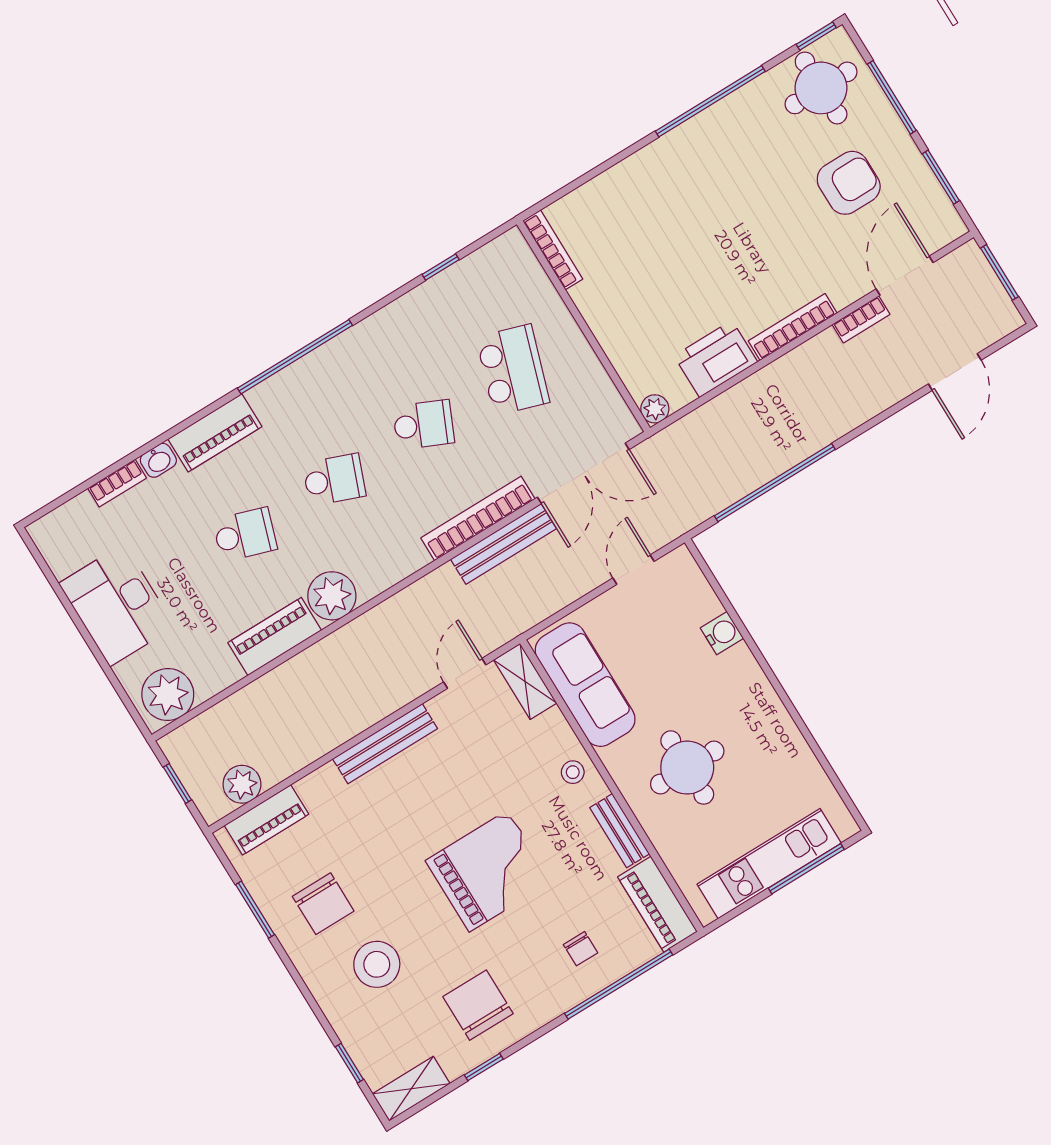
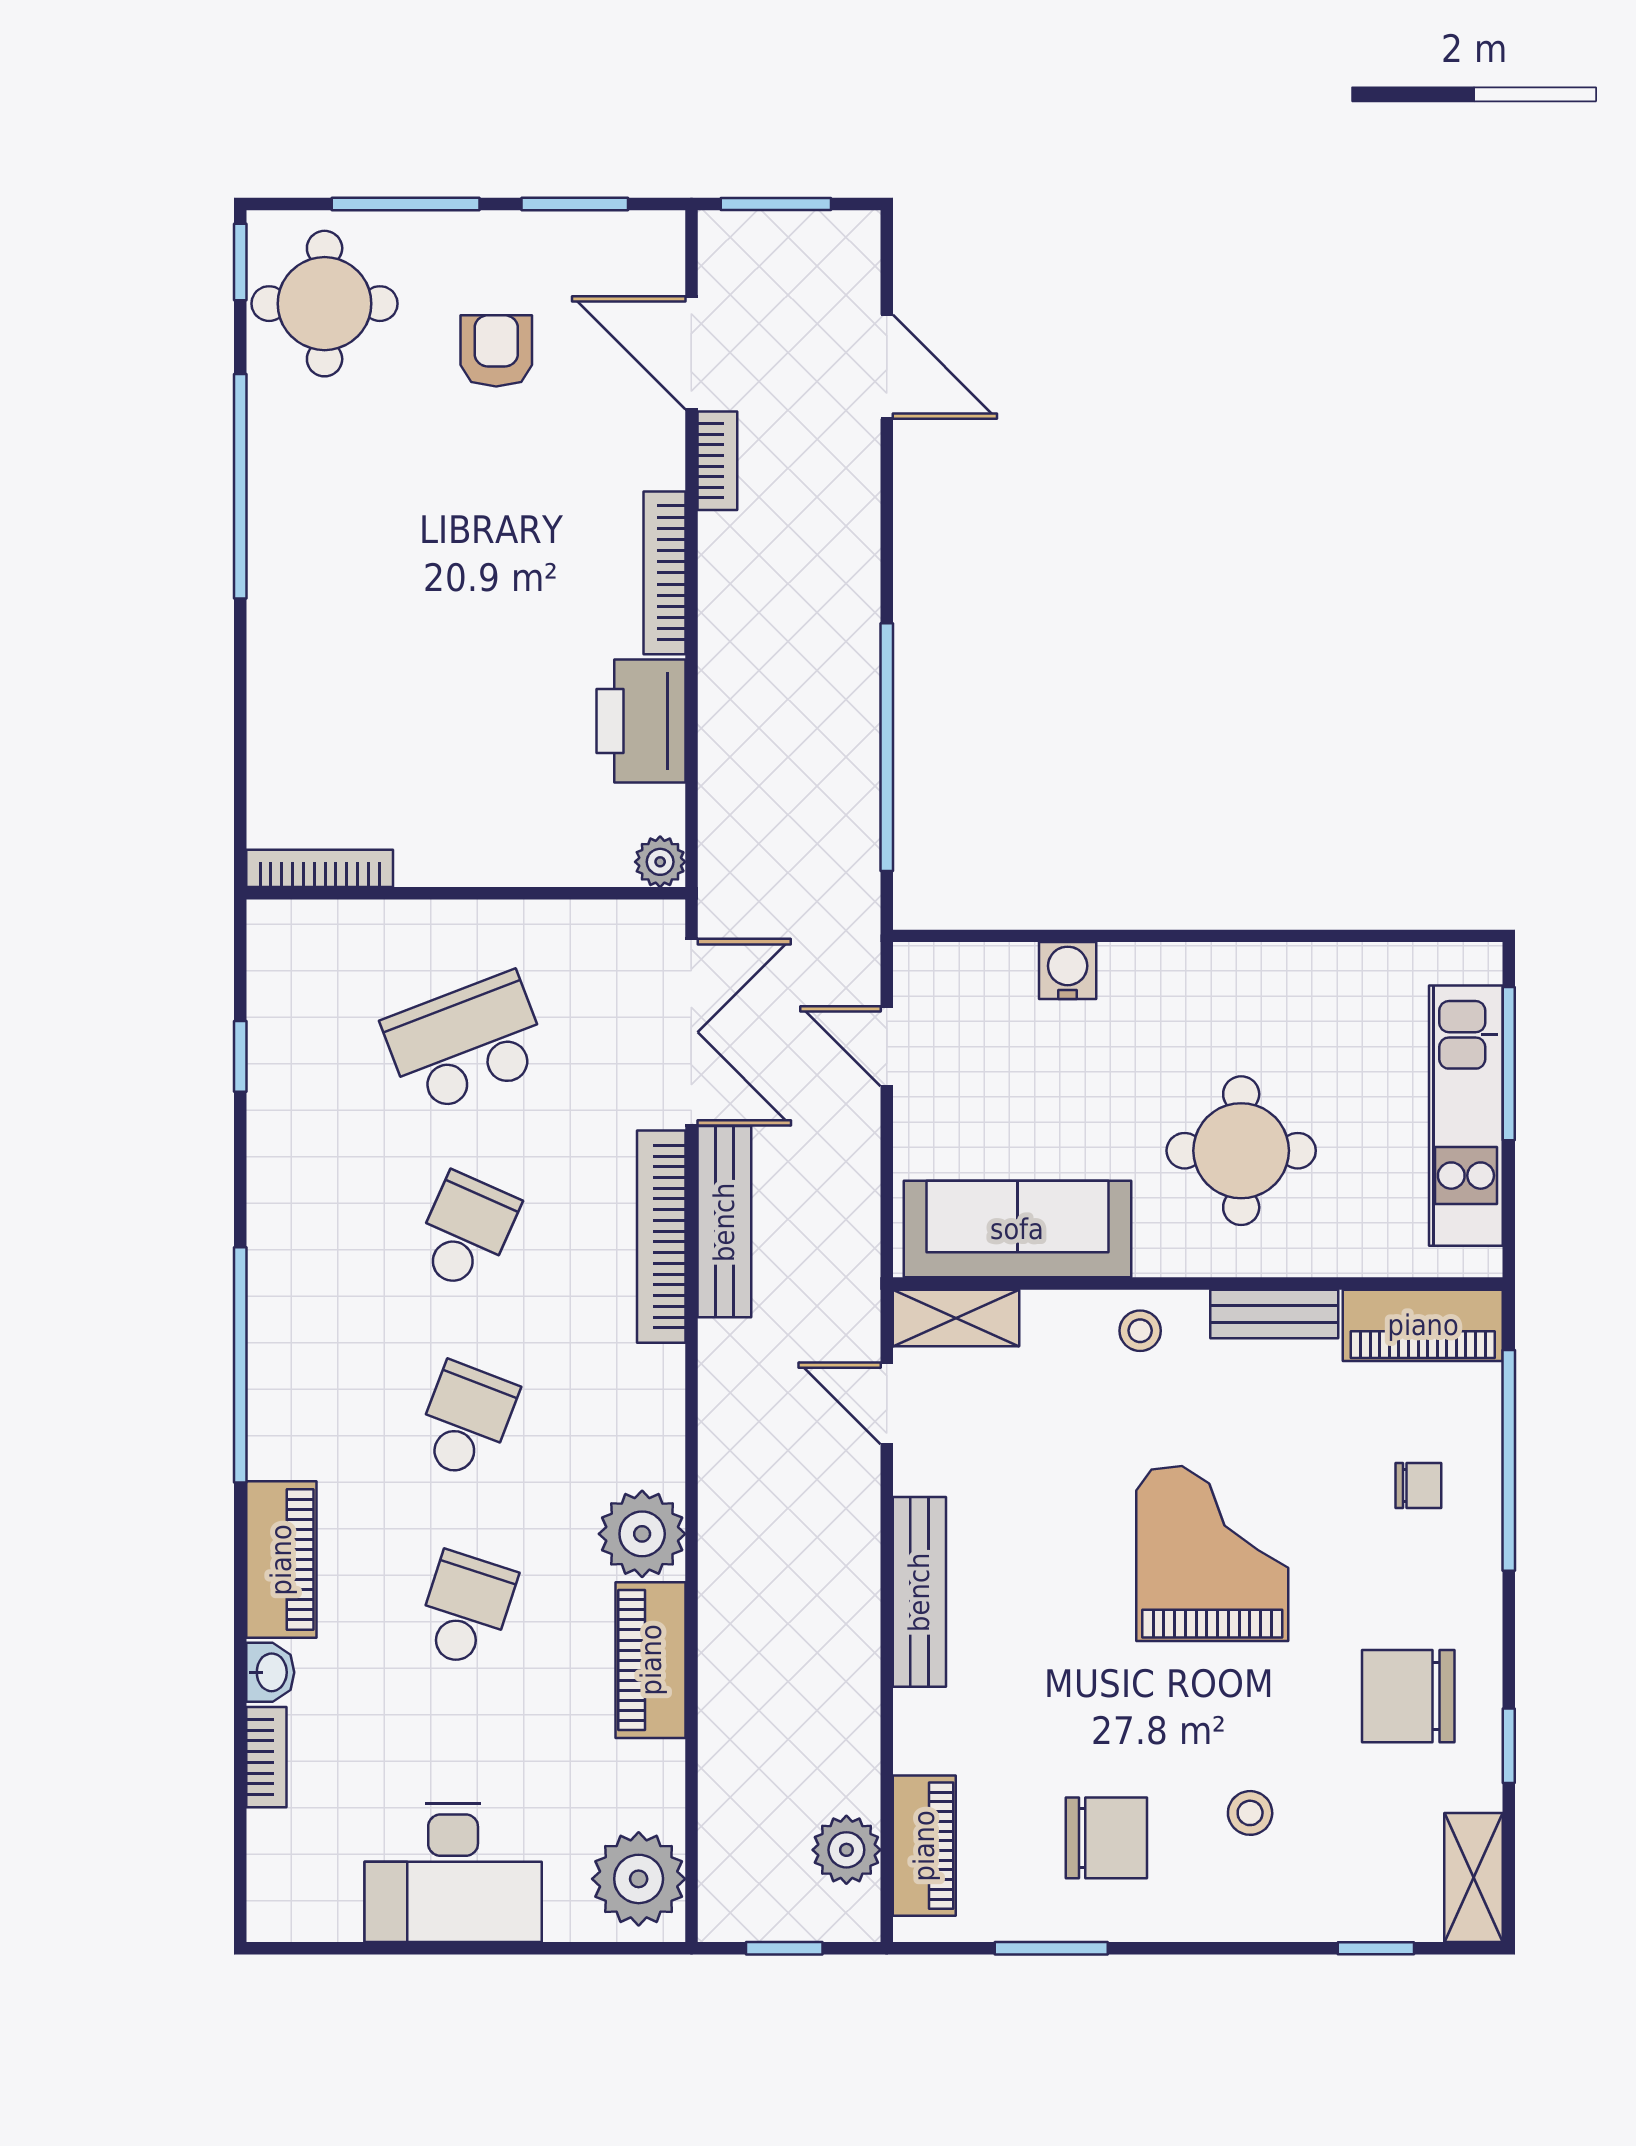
armchair: (849, 183) -> (496, 351), width x0.72, depth x0.72
school desk: (513, 370) -> (466, 1043), turned -39
stool: (377, 964) -> (1250, 1813), width x0.53, depth x0.53

